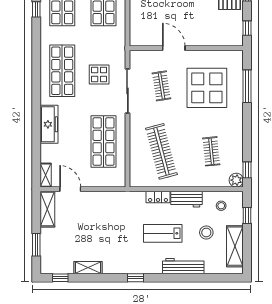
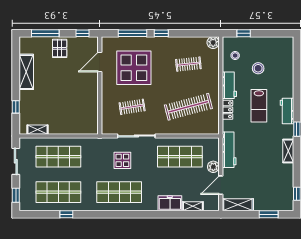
door: (174, 48) -> (100, 62), moved
freezer: (49, 124) -> (170, 203), width x0.71
window: (247, 170) -> (161, 33), moved
shelving: (46, 175) -> (193, 206), moved
plant: (92, 180) -> (213, 167), added
workbench: (111, 199) -> (229, 150), added
shelving: (235, 246) -> (270, 44), removed
workbench: (183, 266) -> (287, 111), moved, width x0.73
shelving: (88, 268) -> (288, 151), moved

